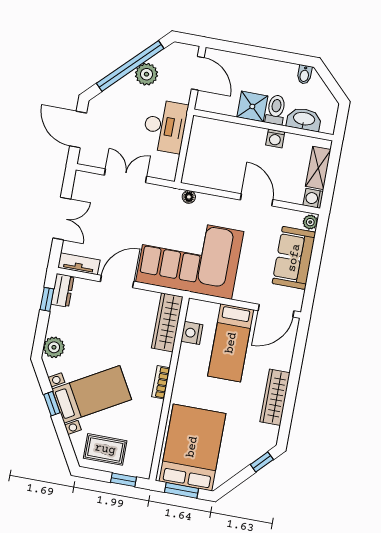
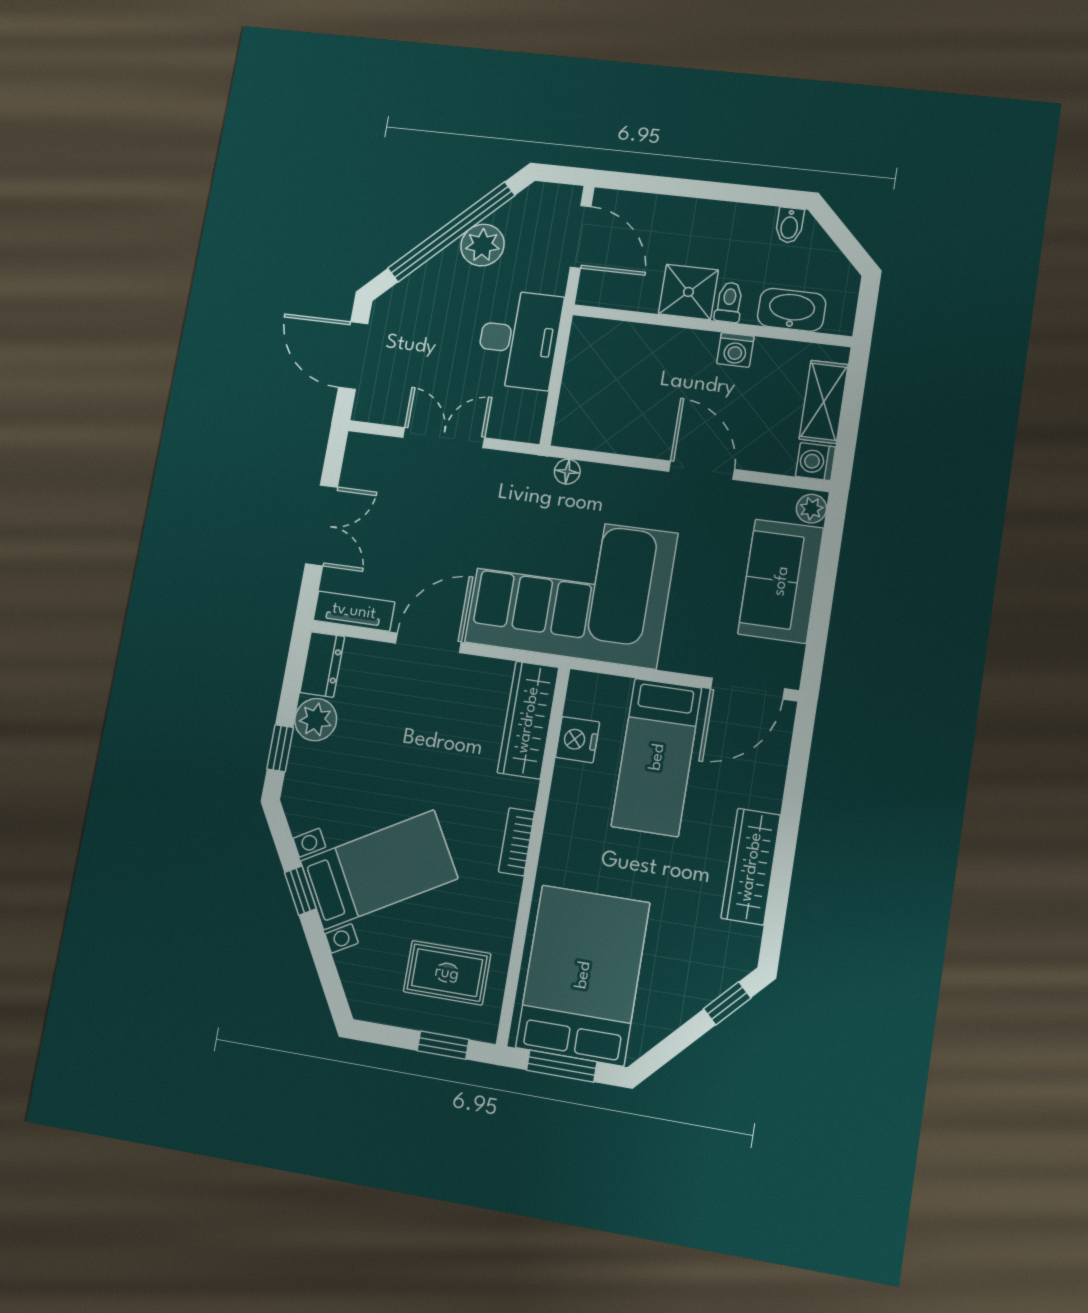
toilet: (276, 110) -> (729, 302), width x0.73, depth x0.72
window: (47, 299) -> (280, 748), moved
plant: (54, 347) -> (316, 720), moved
rug: (105, 449) -> (447, 973), moved

